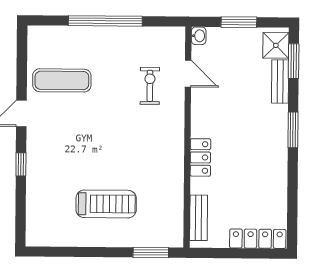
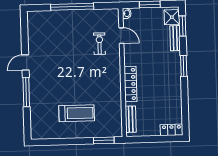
exercise mat: (62, 80) -> (48, 42), removed
locker: (200, 157) -> (130, 84), width x1.53
window: (21, 164) -> (26, 92), width x2.17
locker: (258, 239) -> (171, 130), width x0.66

